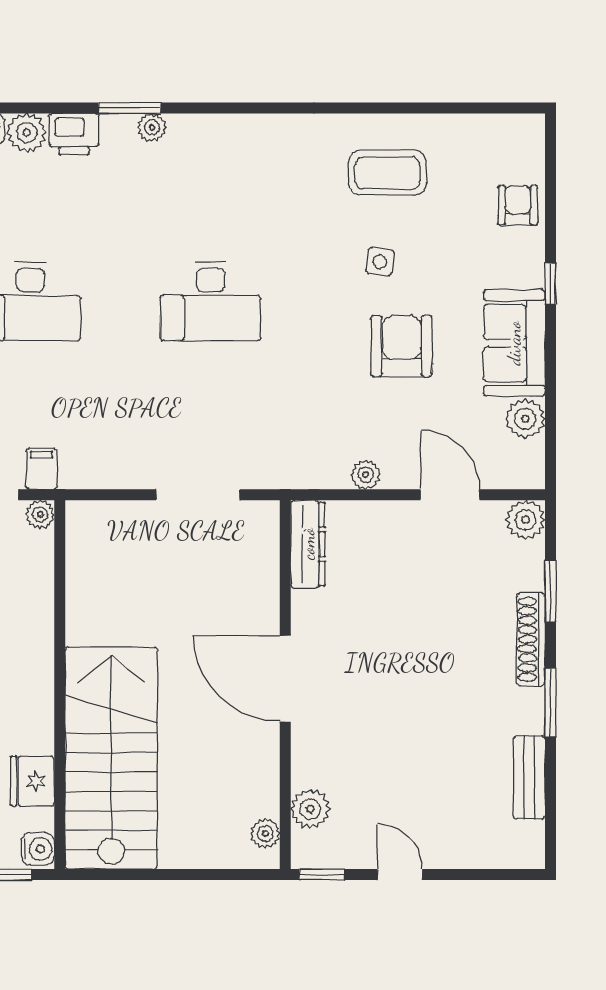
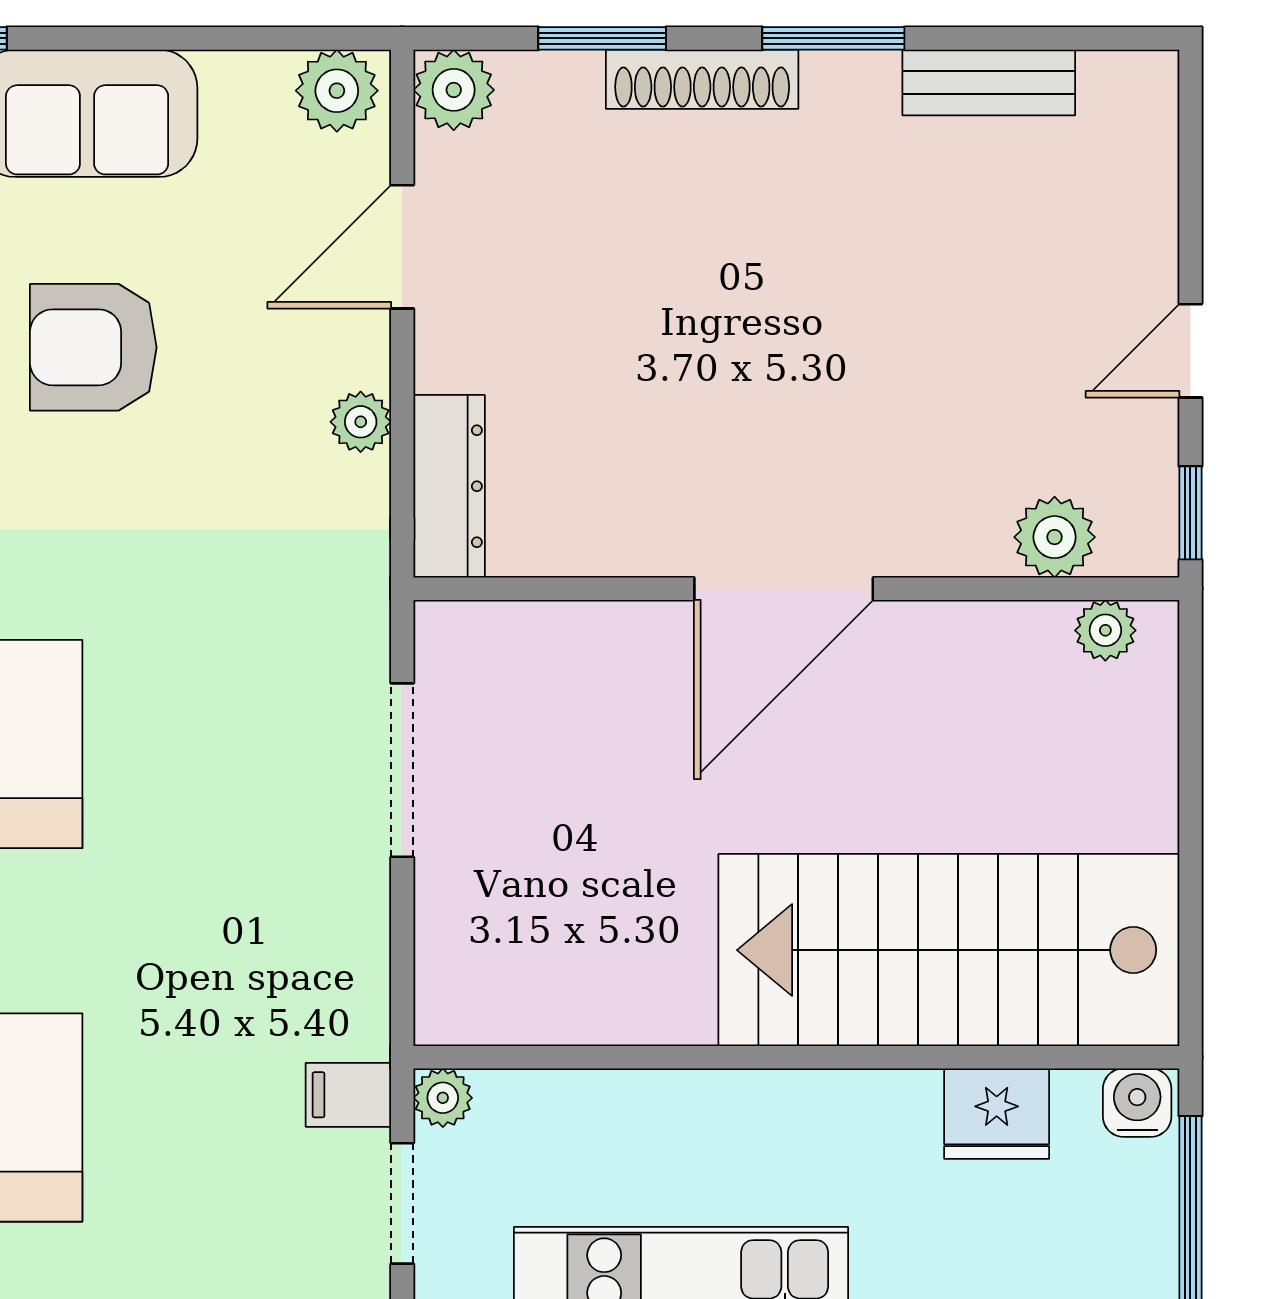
plant: (525, 419) -> (337, 91), moved
dresser: (308, 544) -> (449, 486), moved, turned 90

